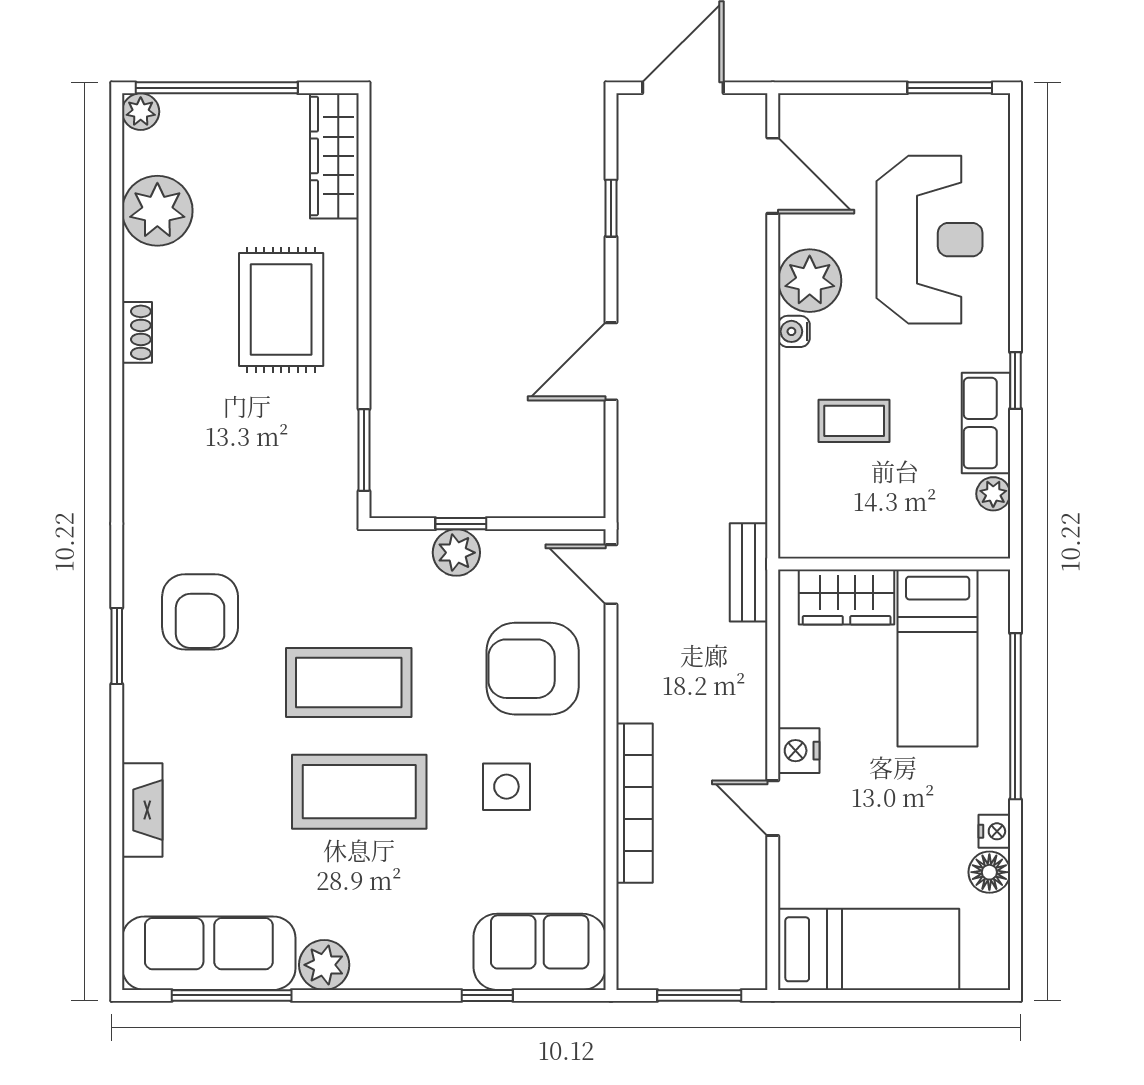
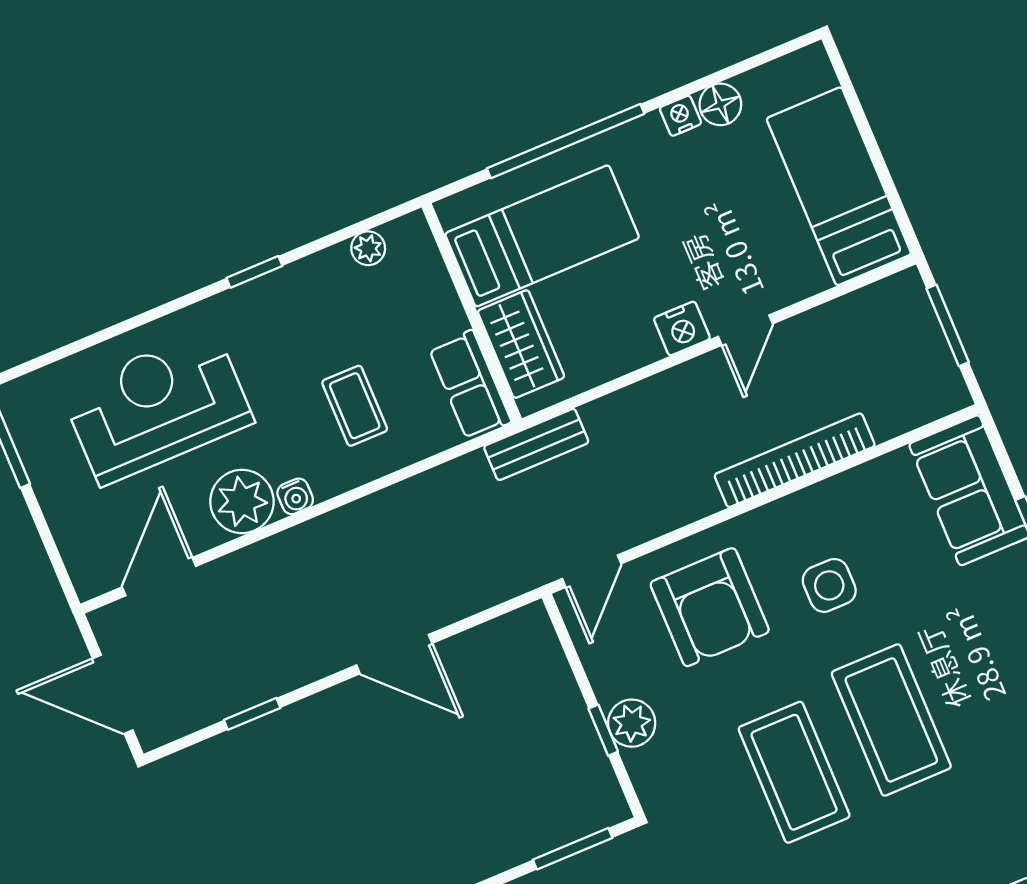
row of seats: (986, 423) -> (470, 385), moved, turned 90

